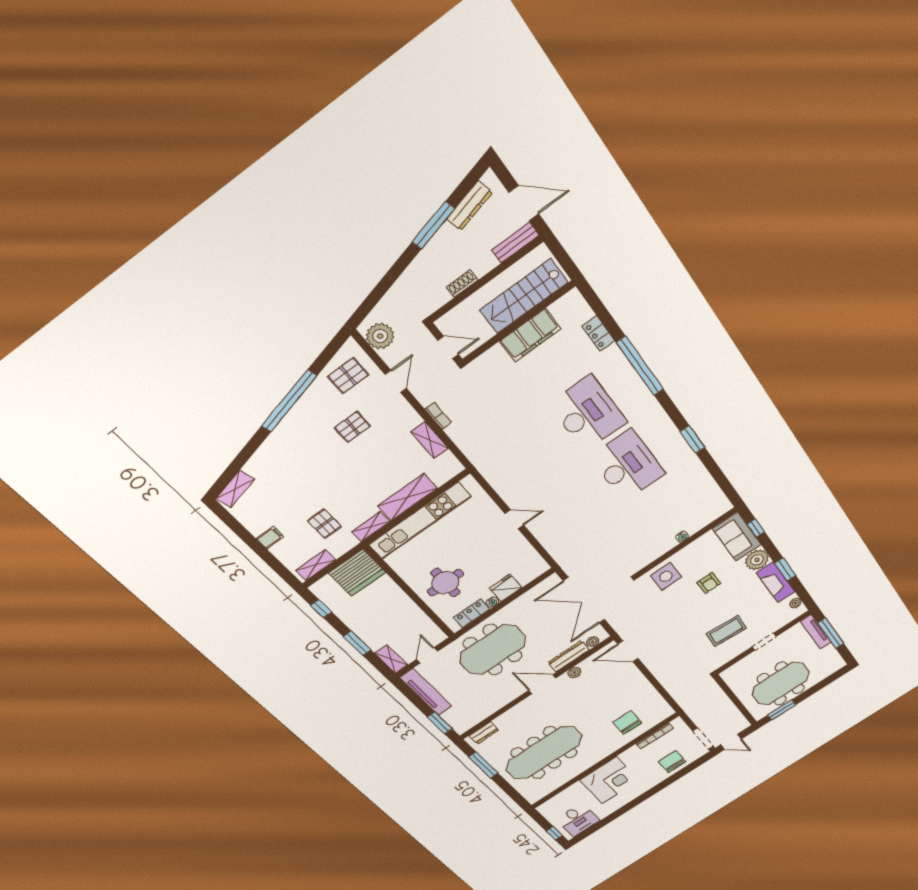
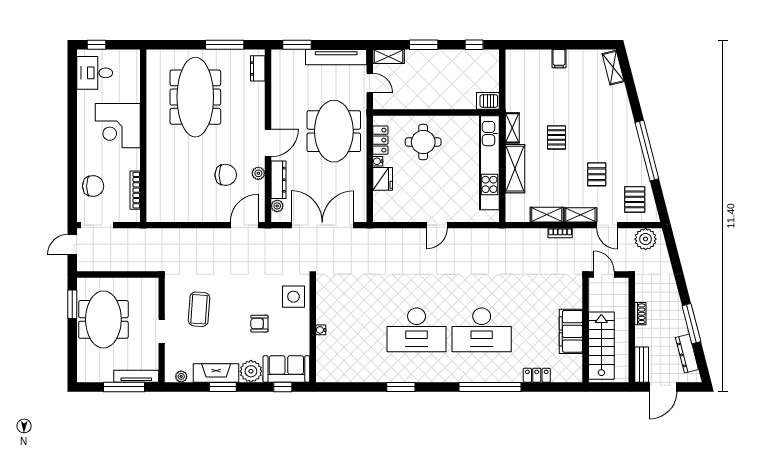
door: (448, 347) -> (604, 274), swing flipped
pallet: (324, 524) -> (556, 137), moved, turned 90
shelving: (316, 565) -> (580, 215), moved, turned 90
server rack: (357, 573) -> (488, 101), width x0.46, depth x0.70
chair: (627, 722) -> (226, 175), moved

